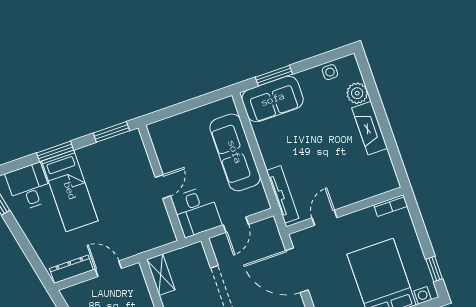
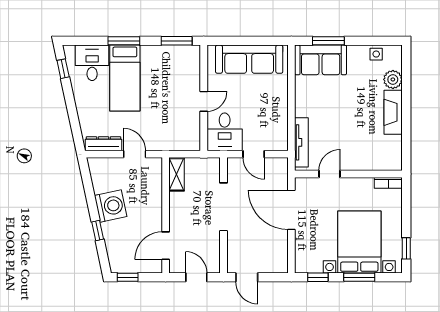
sofa: (235, 152) -> (249, 59), moved, turned -90
door: (236, 225) -> (254, 154), hinge flipped

